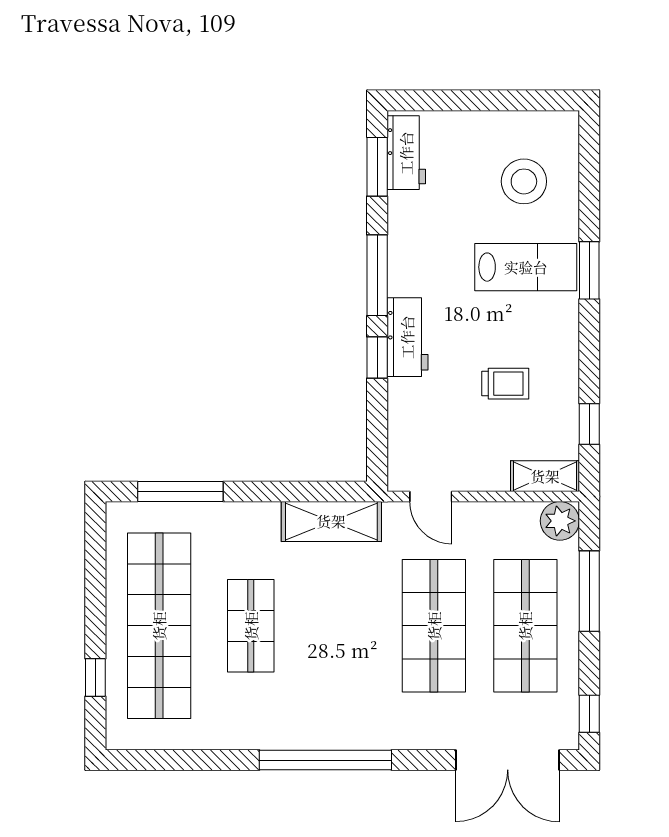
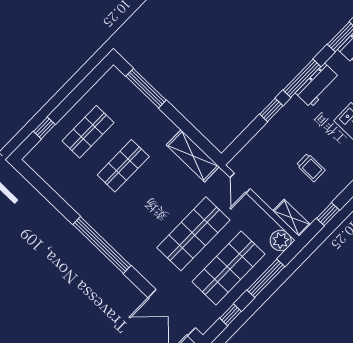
workbench: (407, 337) -> (318, 85), moved
shop shelf: (159, 626) -> (88, 132), width x0.50, depth x0.74
window: (589, 714) -> (230, 315), moved

